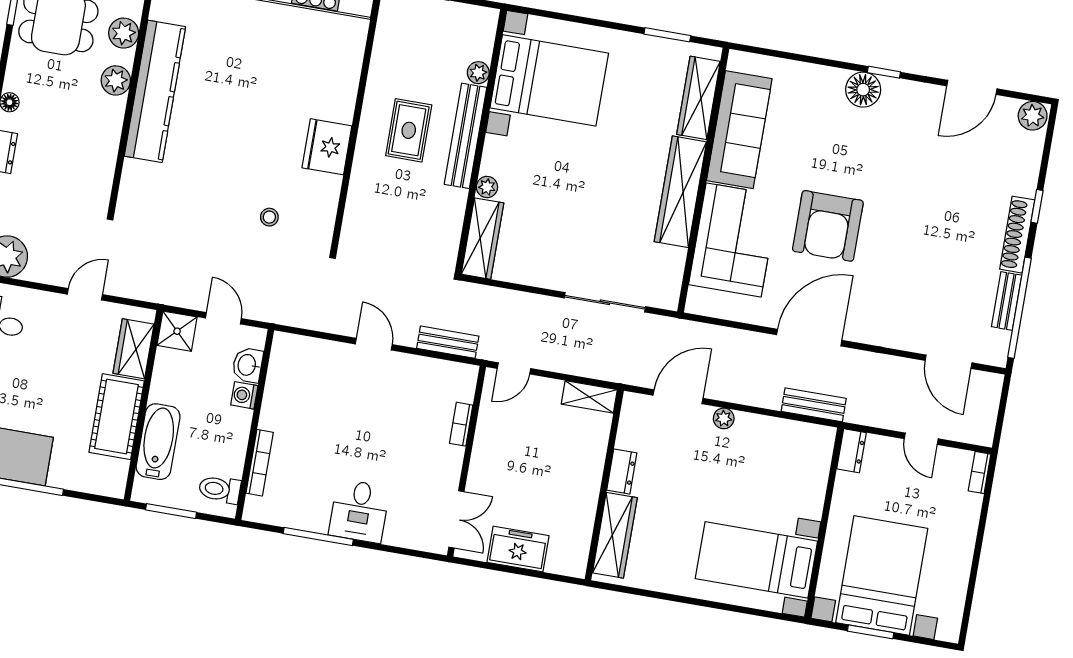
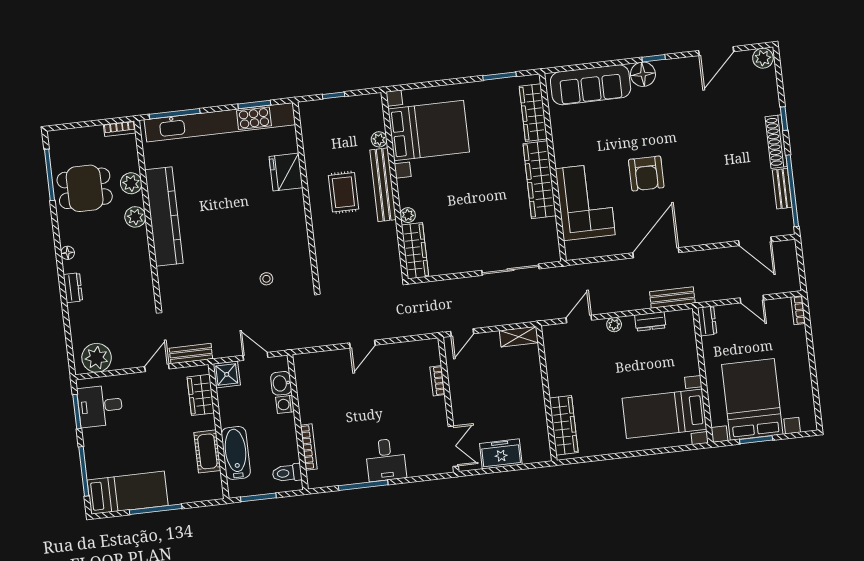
sofa: (739, 130) -> (591, 85), moved, turned 90
fridge: (327, 147) -> (286, 172), moved
armchair: (828, 226) -> (646, 173), width x0.73, depth x0.73
bench: (448, 342) -> (191, 354), moved
door: (374, 344) -> (362, 344), swing flipped
door: (678, 397) -> (579, 319), width x0.73
cot: (117, 417) -> (207, 451), width x0.73, depth x0.75
dresser: (622, 472) -> (650, 321), moved, turned 90

